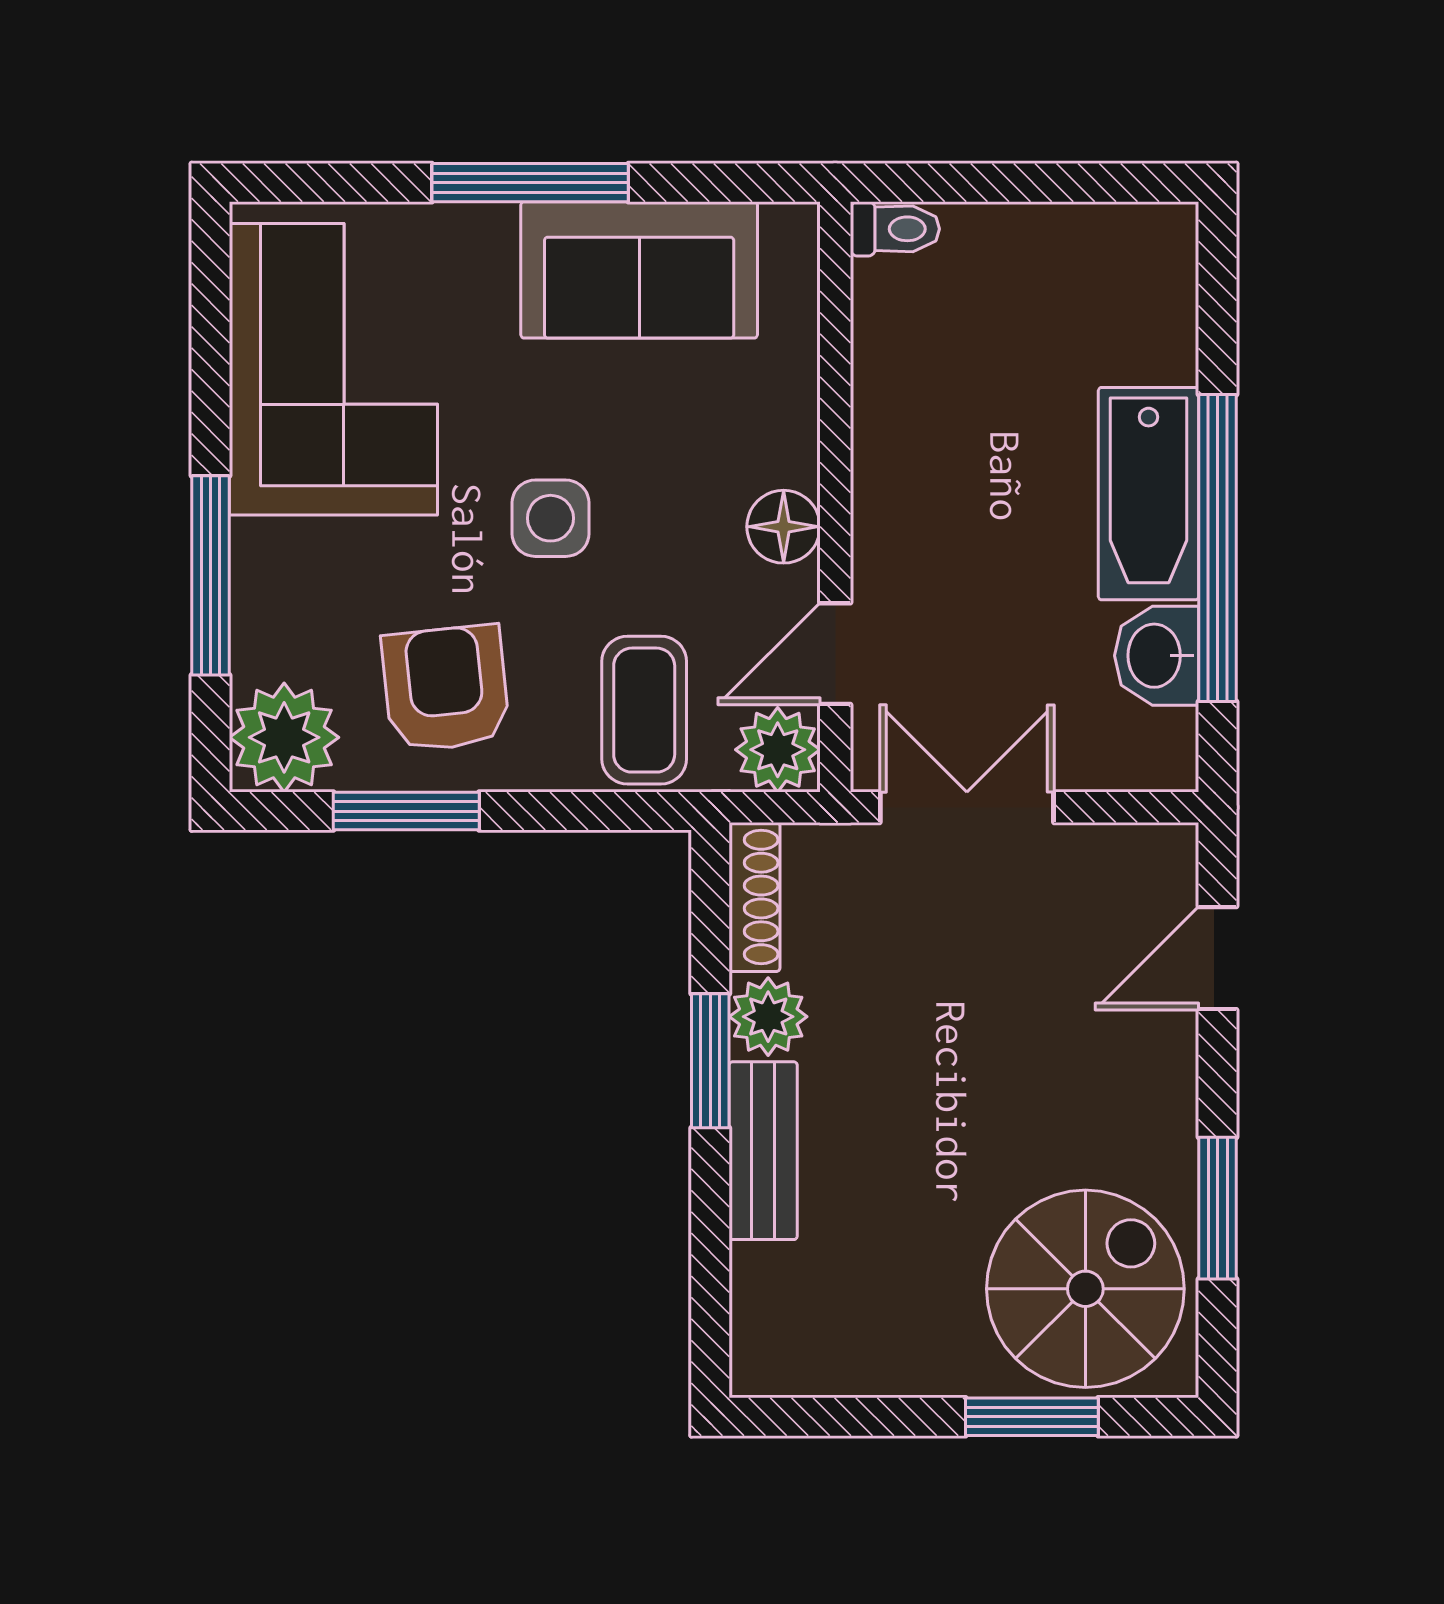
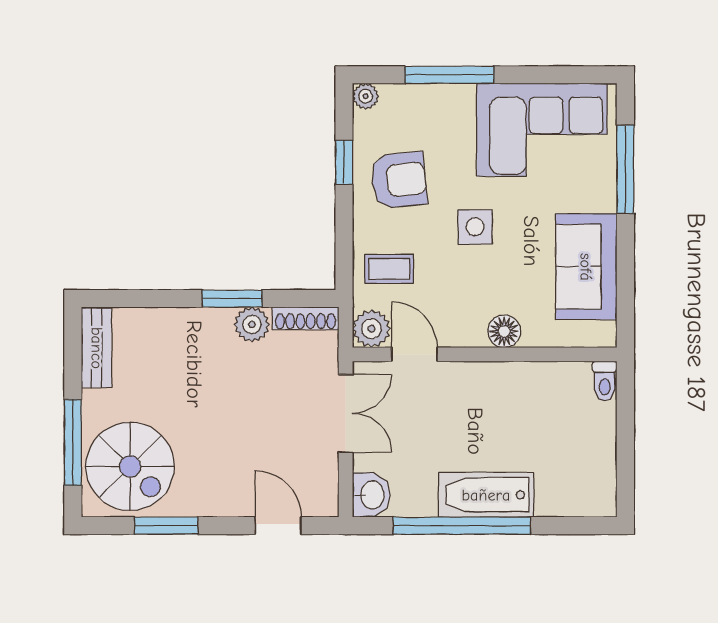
window: (530, 183) -> (625, 169), moved
floor lamp: (784, 527) -> (504, 331), moved
washbasin: (1157, 656) -> (371, 495), moved, turned 90
coffee table: (644, 710) -> (389, 269), width x0.73, depth x0.77
plant: (284, 737) -> (366, 96), width x0.53, depth x0.53
window: (406, 811) -> (344, 162), width x0.67
bench: (763, 1151) -> (97, 348), moved, turned 90
window: (1032, 1417) -> (73, 443), width x1.44

